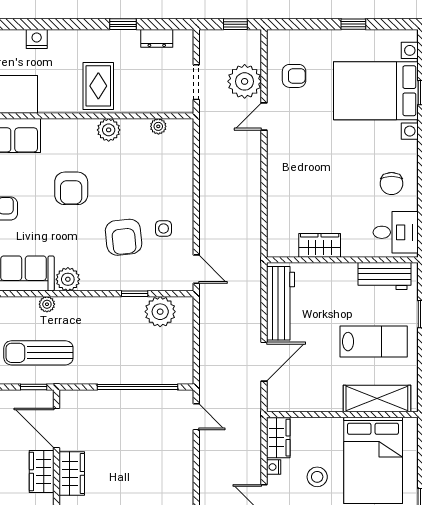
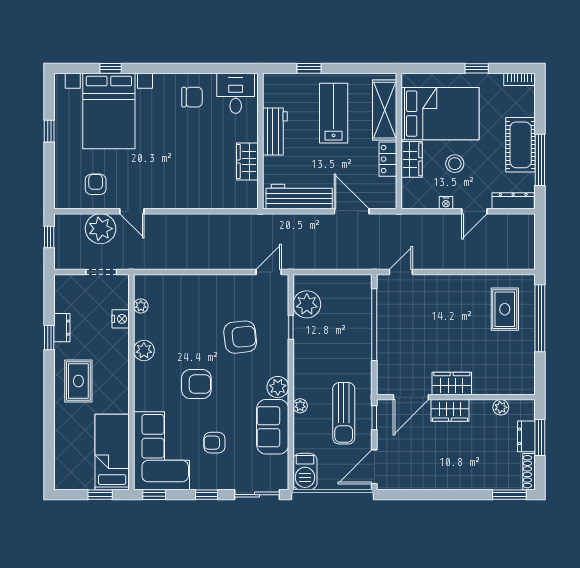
dresser: (157, 38) -> (62, 328), moved
nightstand: (37, 39) -> (121, 319), moved, turned 180
rug: (98, 86) -> (78, 381), moved, turned 90
side table: (164, 228) -> (232, 301), removed
workbench: (385, 276) -> (275, 132), moved
locker: (322, 402) -> (388, 159), added
wardrobe: (278, 438) -> (412, 159), moved, turned 90

